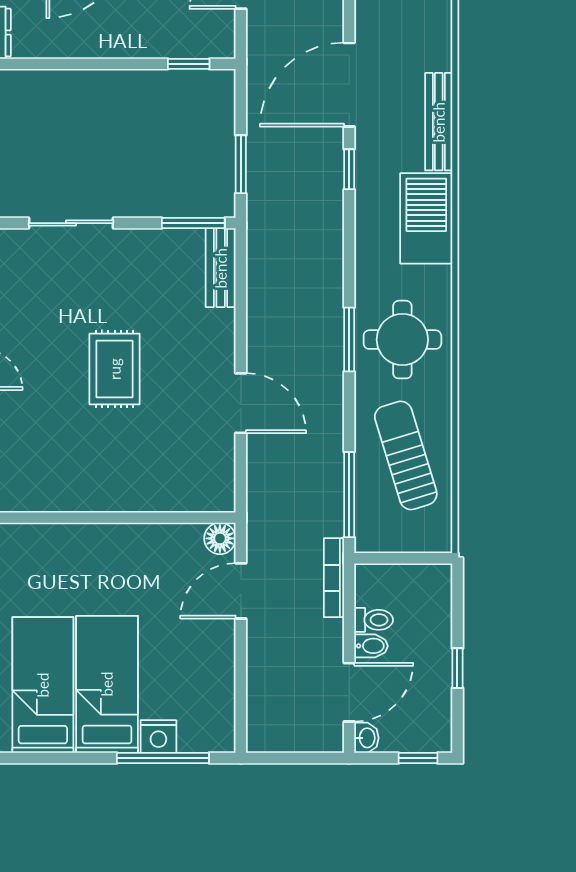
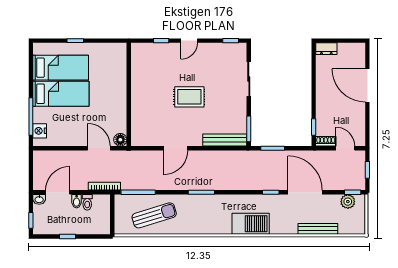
shoe rack: (224, 34) -> (326, 141), added
bench: (439, 122) -> (318, 229), moved
bench: (221, 268) -> (225, 140), width x1.36
round table: (402, 340) -> (201, 214), removed
door: (349, 692) -> (58, 192), swing flipped
nightstand: (158, 737) -> (40, 131), moved

